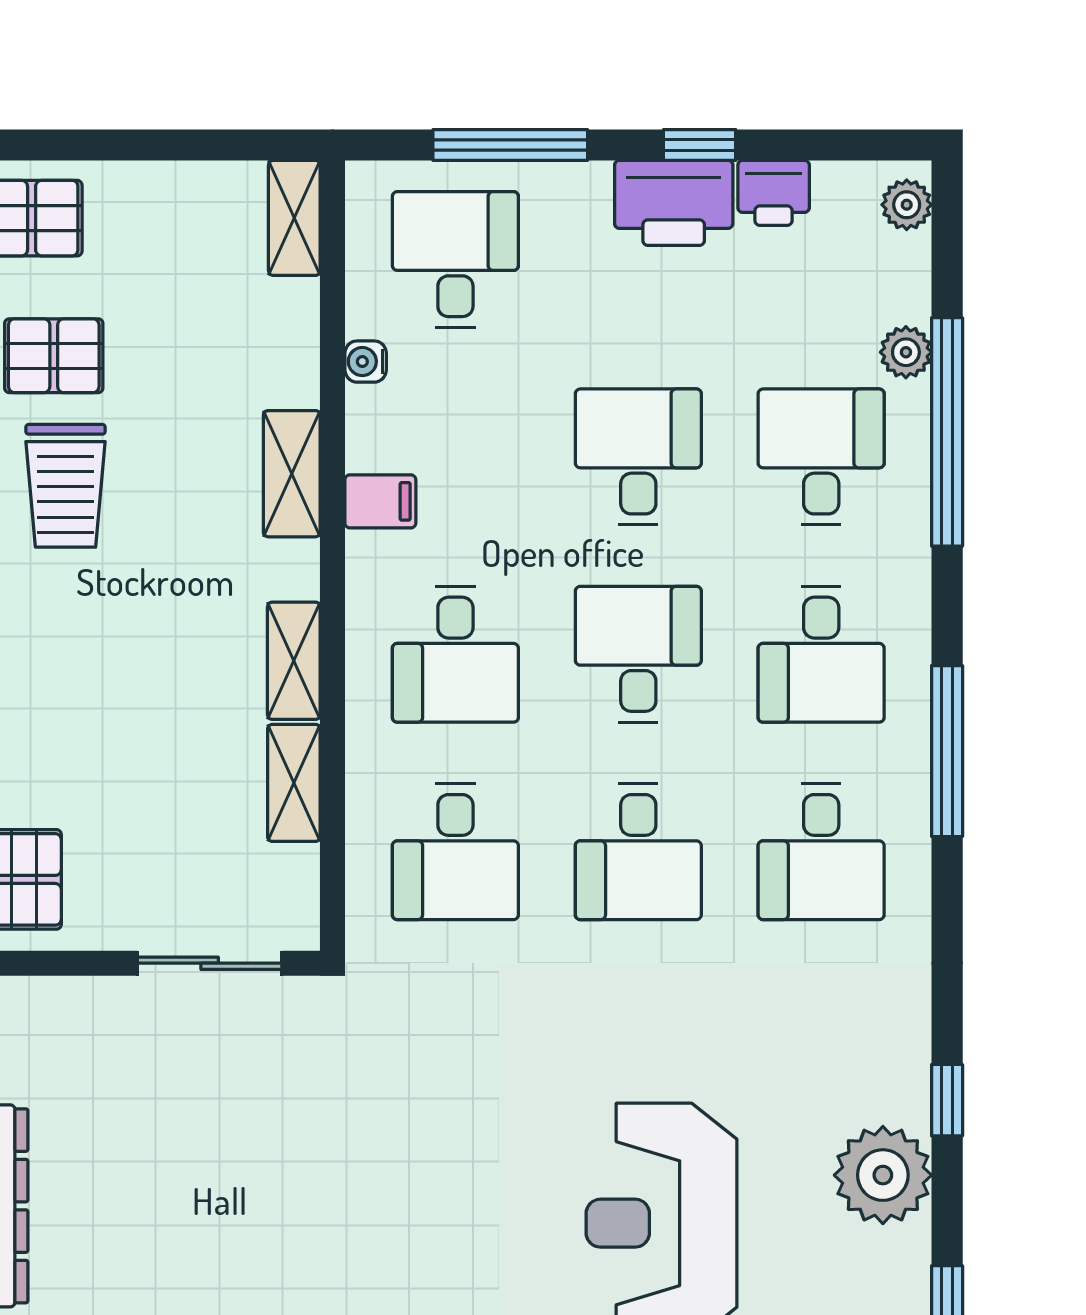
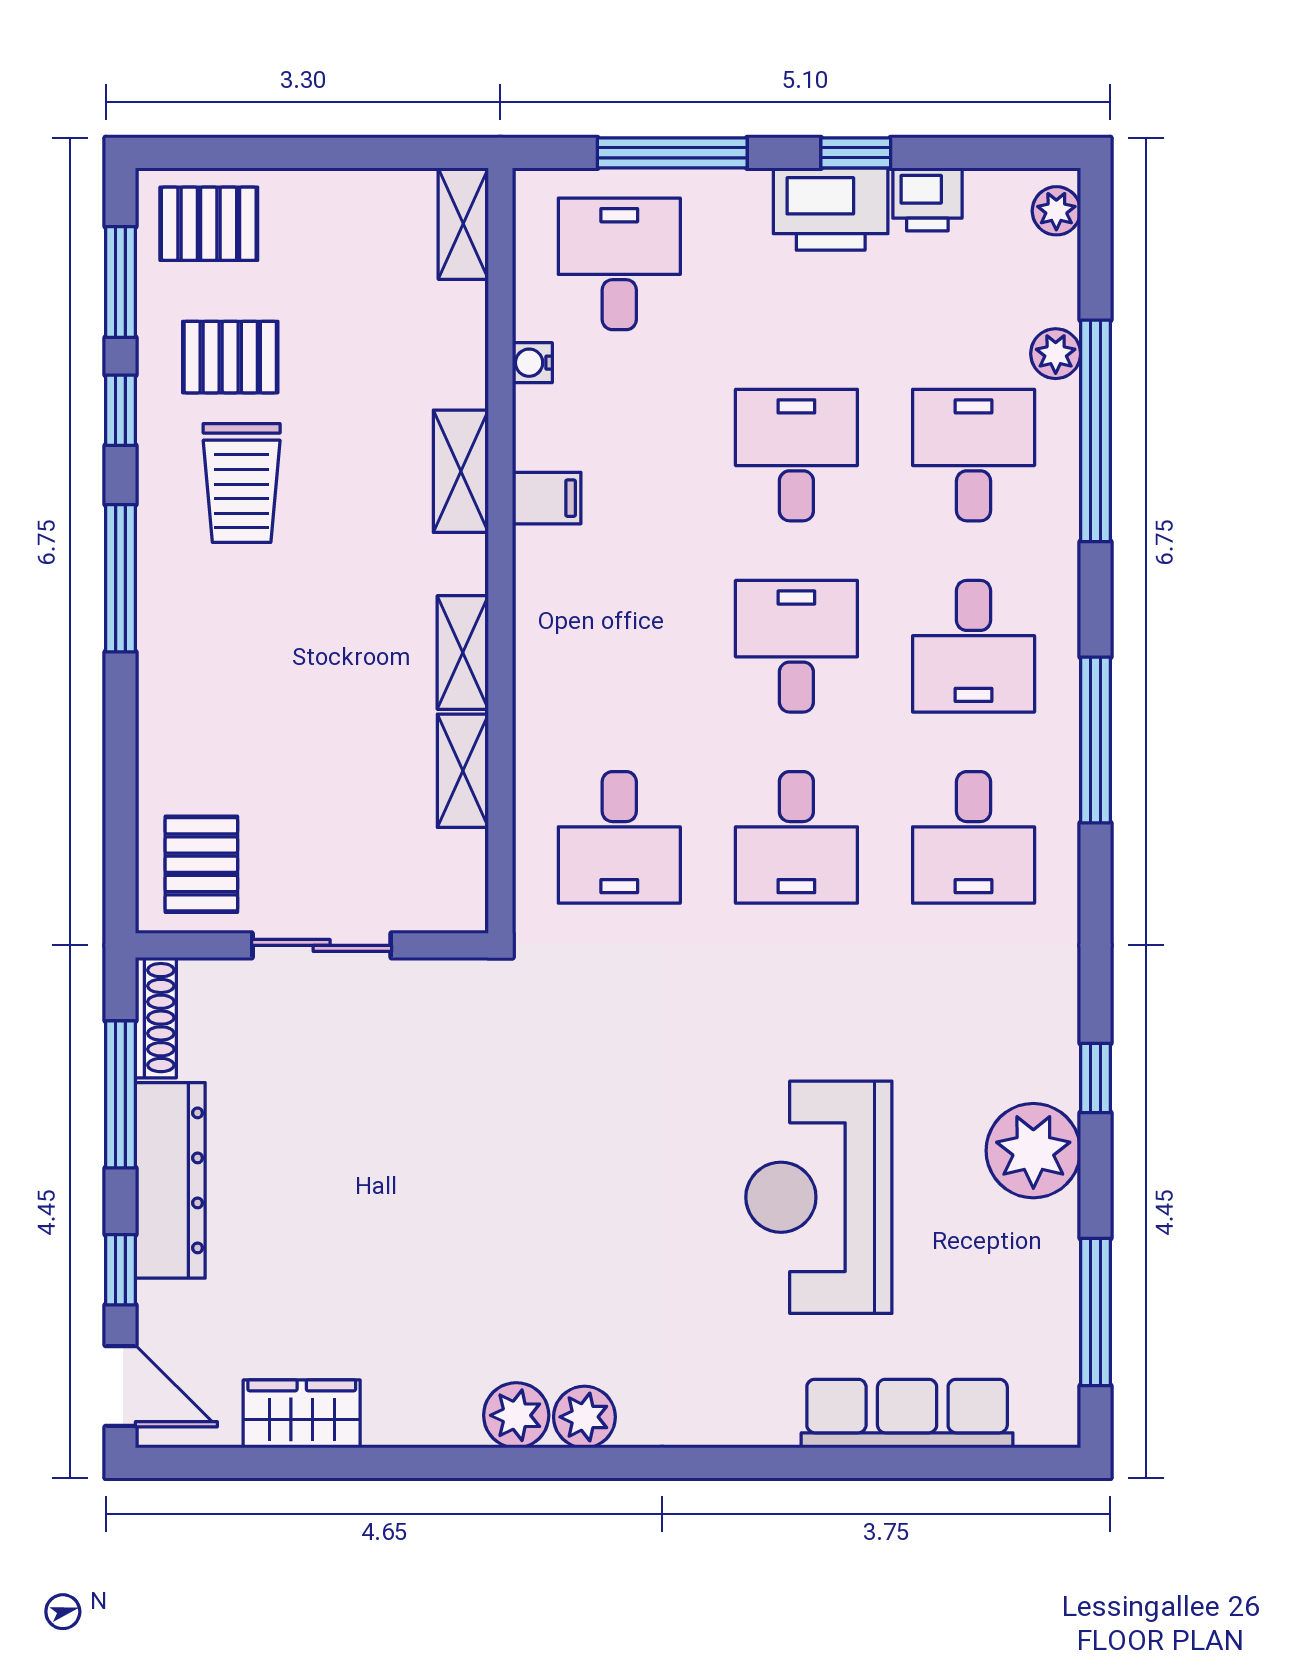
desk: (455, 654) -> (619, 646), removed
sliding door: (210, 963) -> (322, 945), moved

